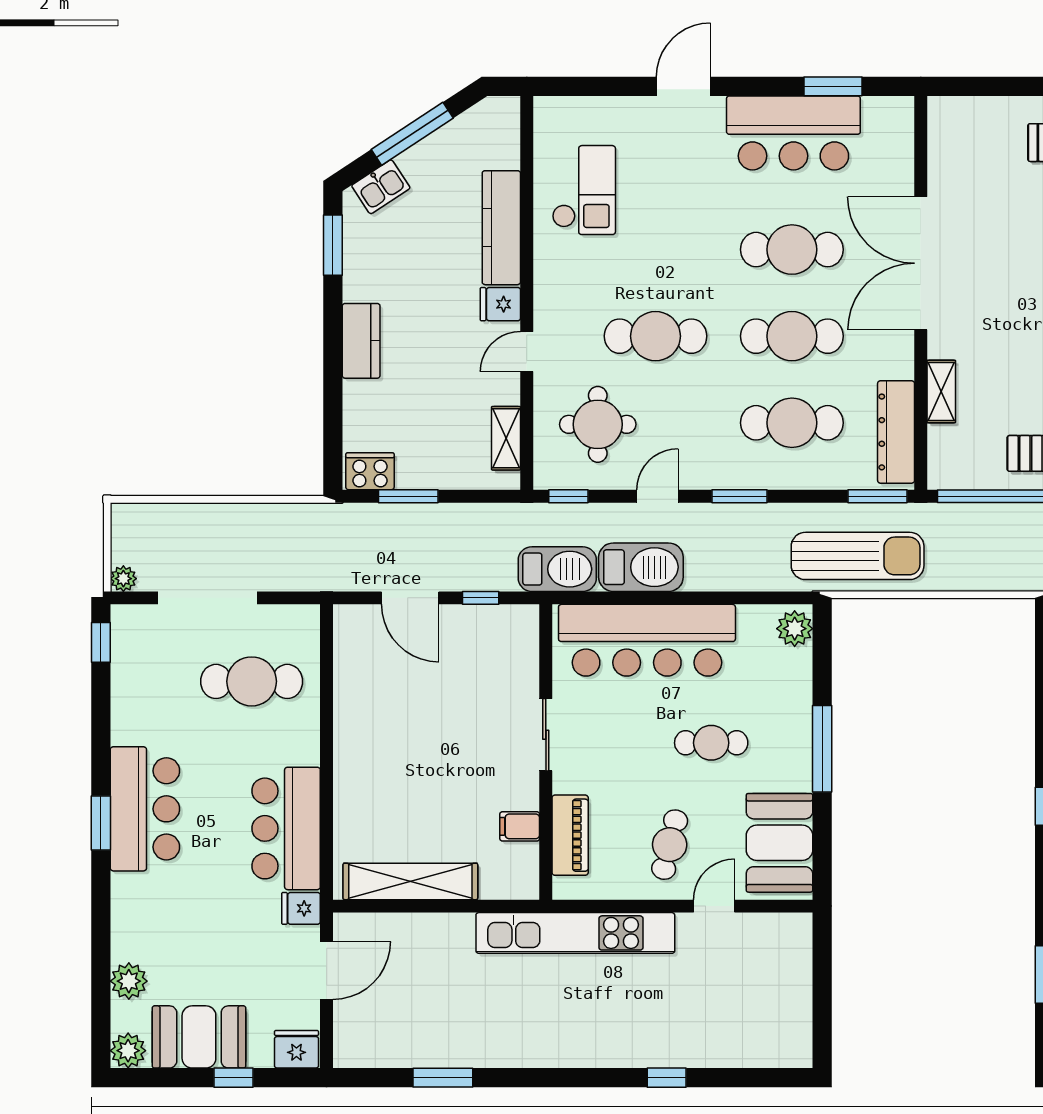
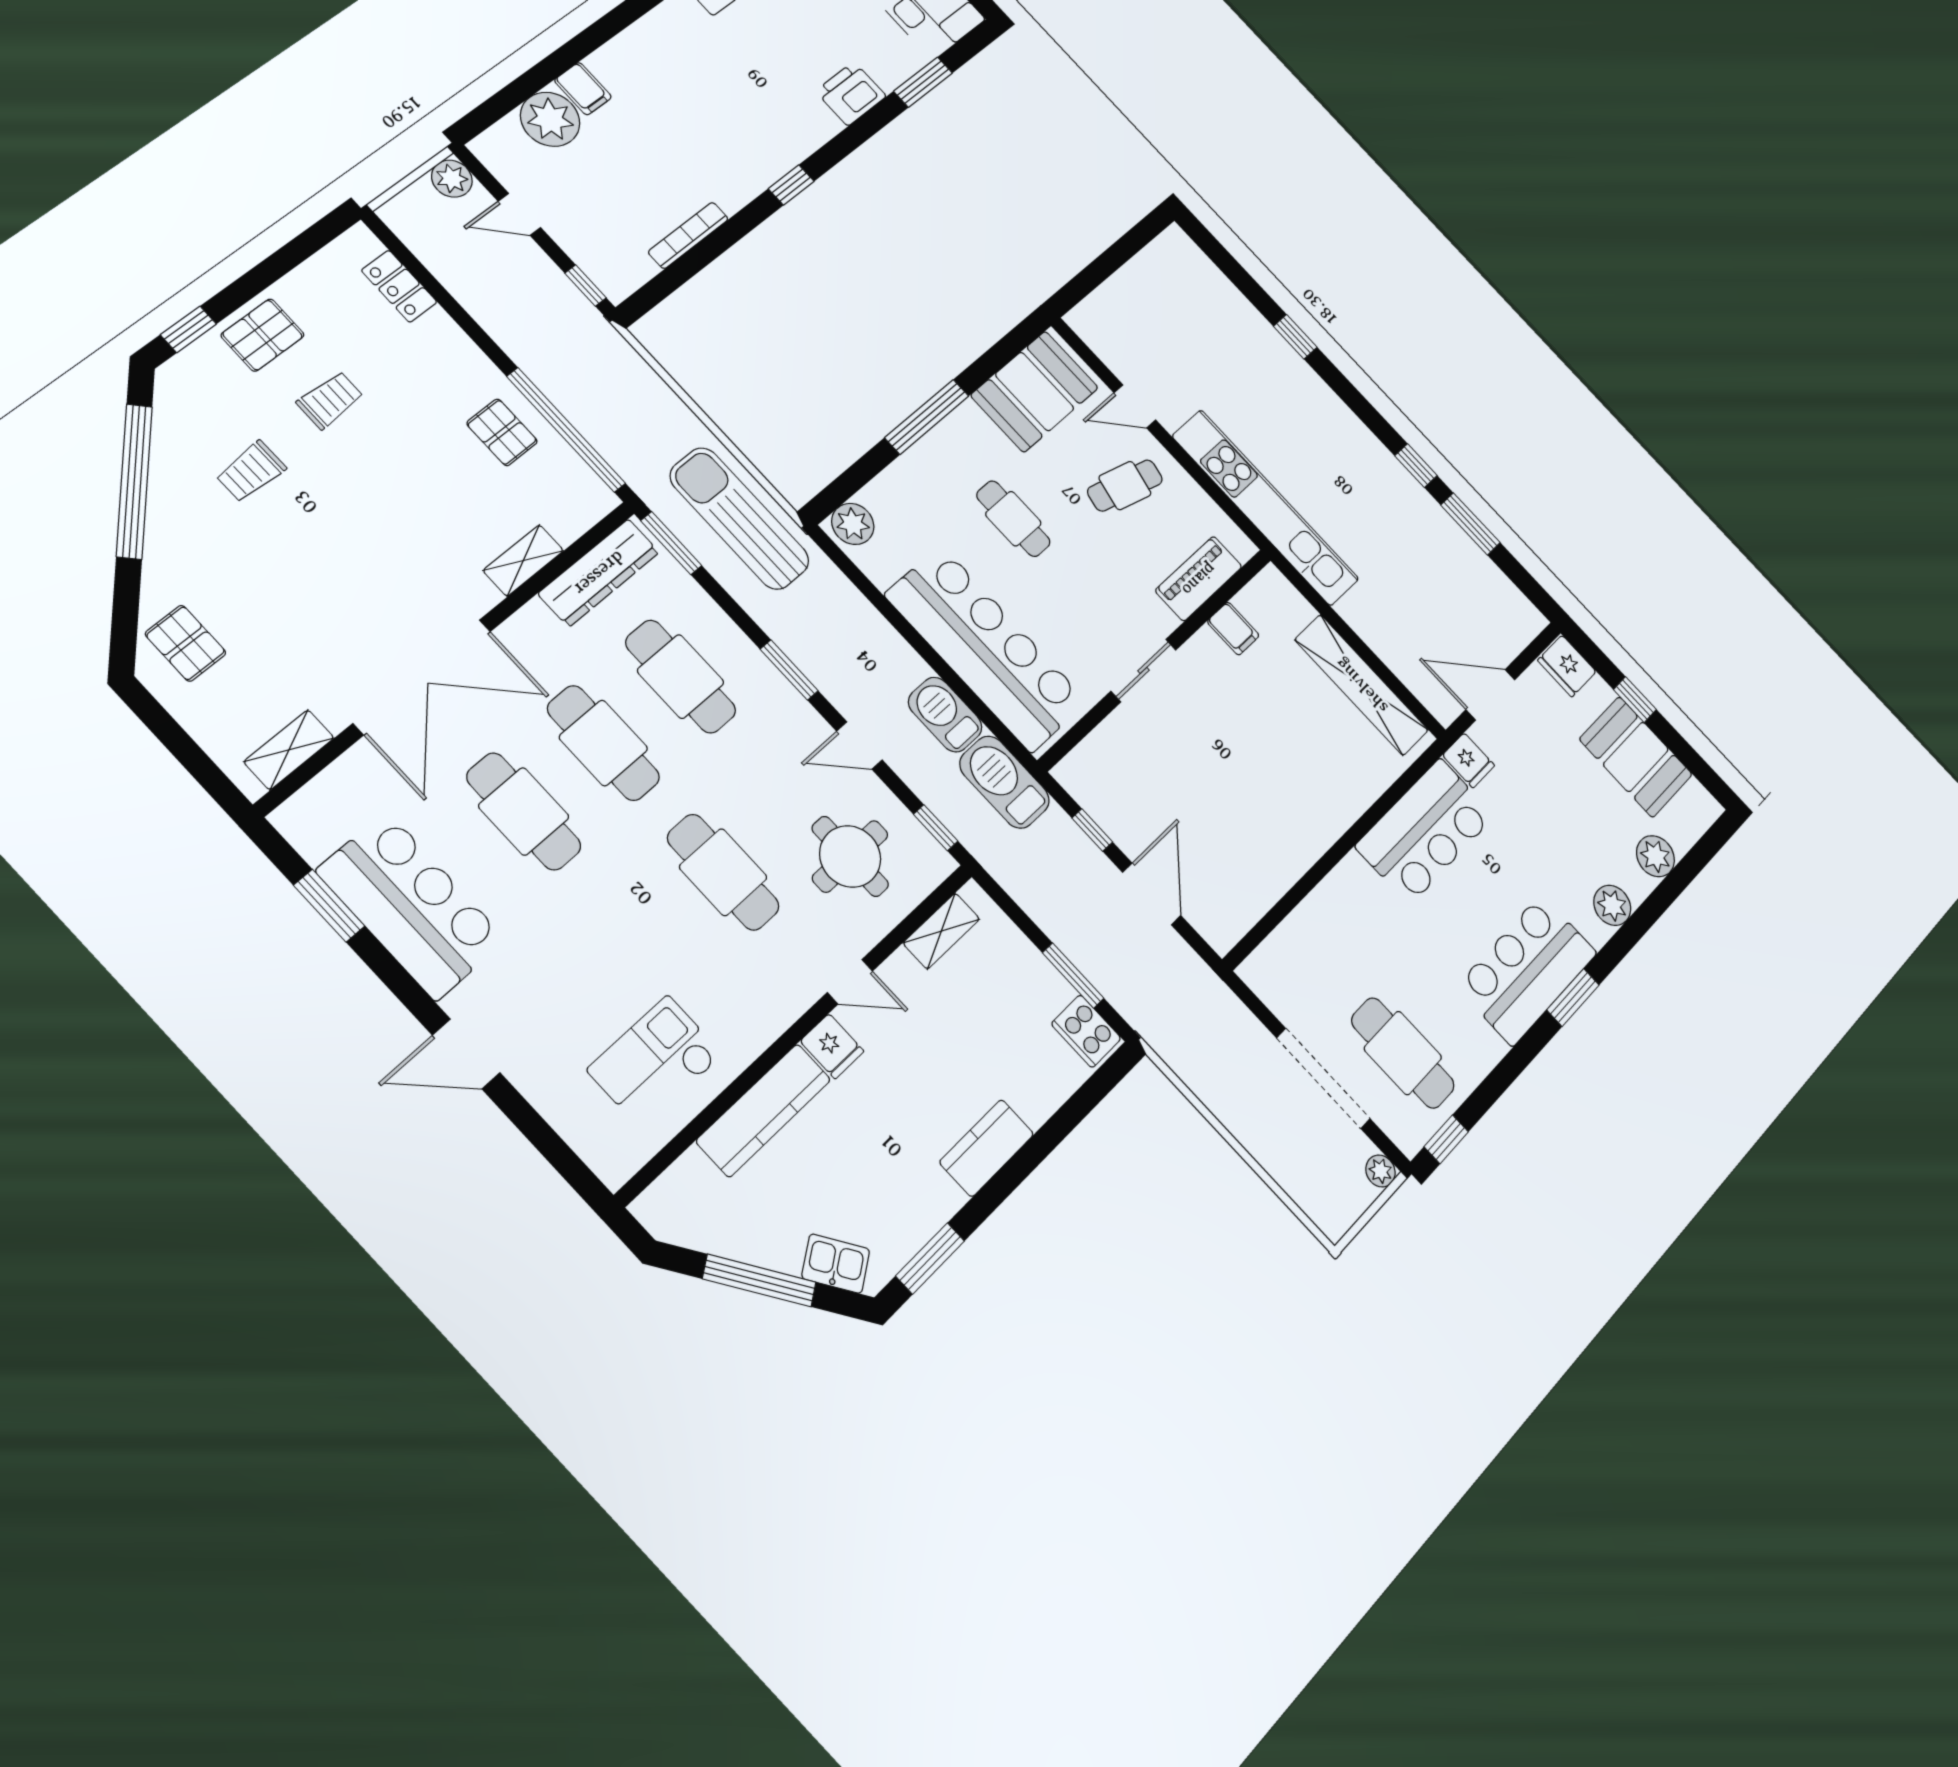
shelving: (942, 145) -> (289, 750), added
barbecue: (641, 567) -> (945, 715), width x0.73, depth x0.83
cafe table: (252, 681) -> (1403, 1053), moved
plant: (128, 1051) -> (1612, 905), moved
window: (512, 1078) -> (1416, 466), added

